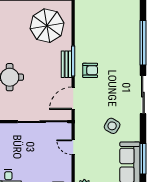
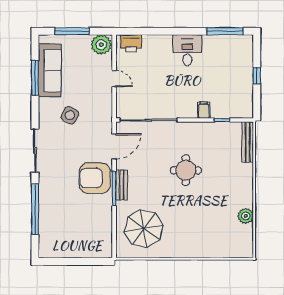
armchair: (90, 70) -> (95, 178), width x1.88, depth x1.88
door: (73, 147) -> (114, 79), moved

